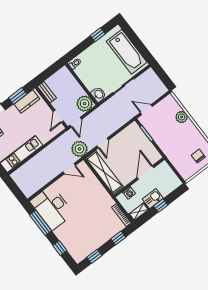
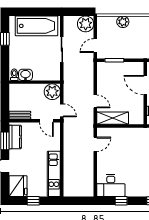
washbasin: (98, 94) -> (25, 75), moved
plant: (79, 149) -> (86, 24), moved
shelving: (104, 172) -> (113, 118), width x0.68
desk: (52, 208) -> (111, 185), width x0.73, depth x0.77
window: (41, 223) -> (121, 201), width x0.46

